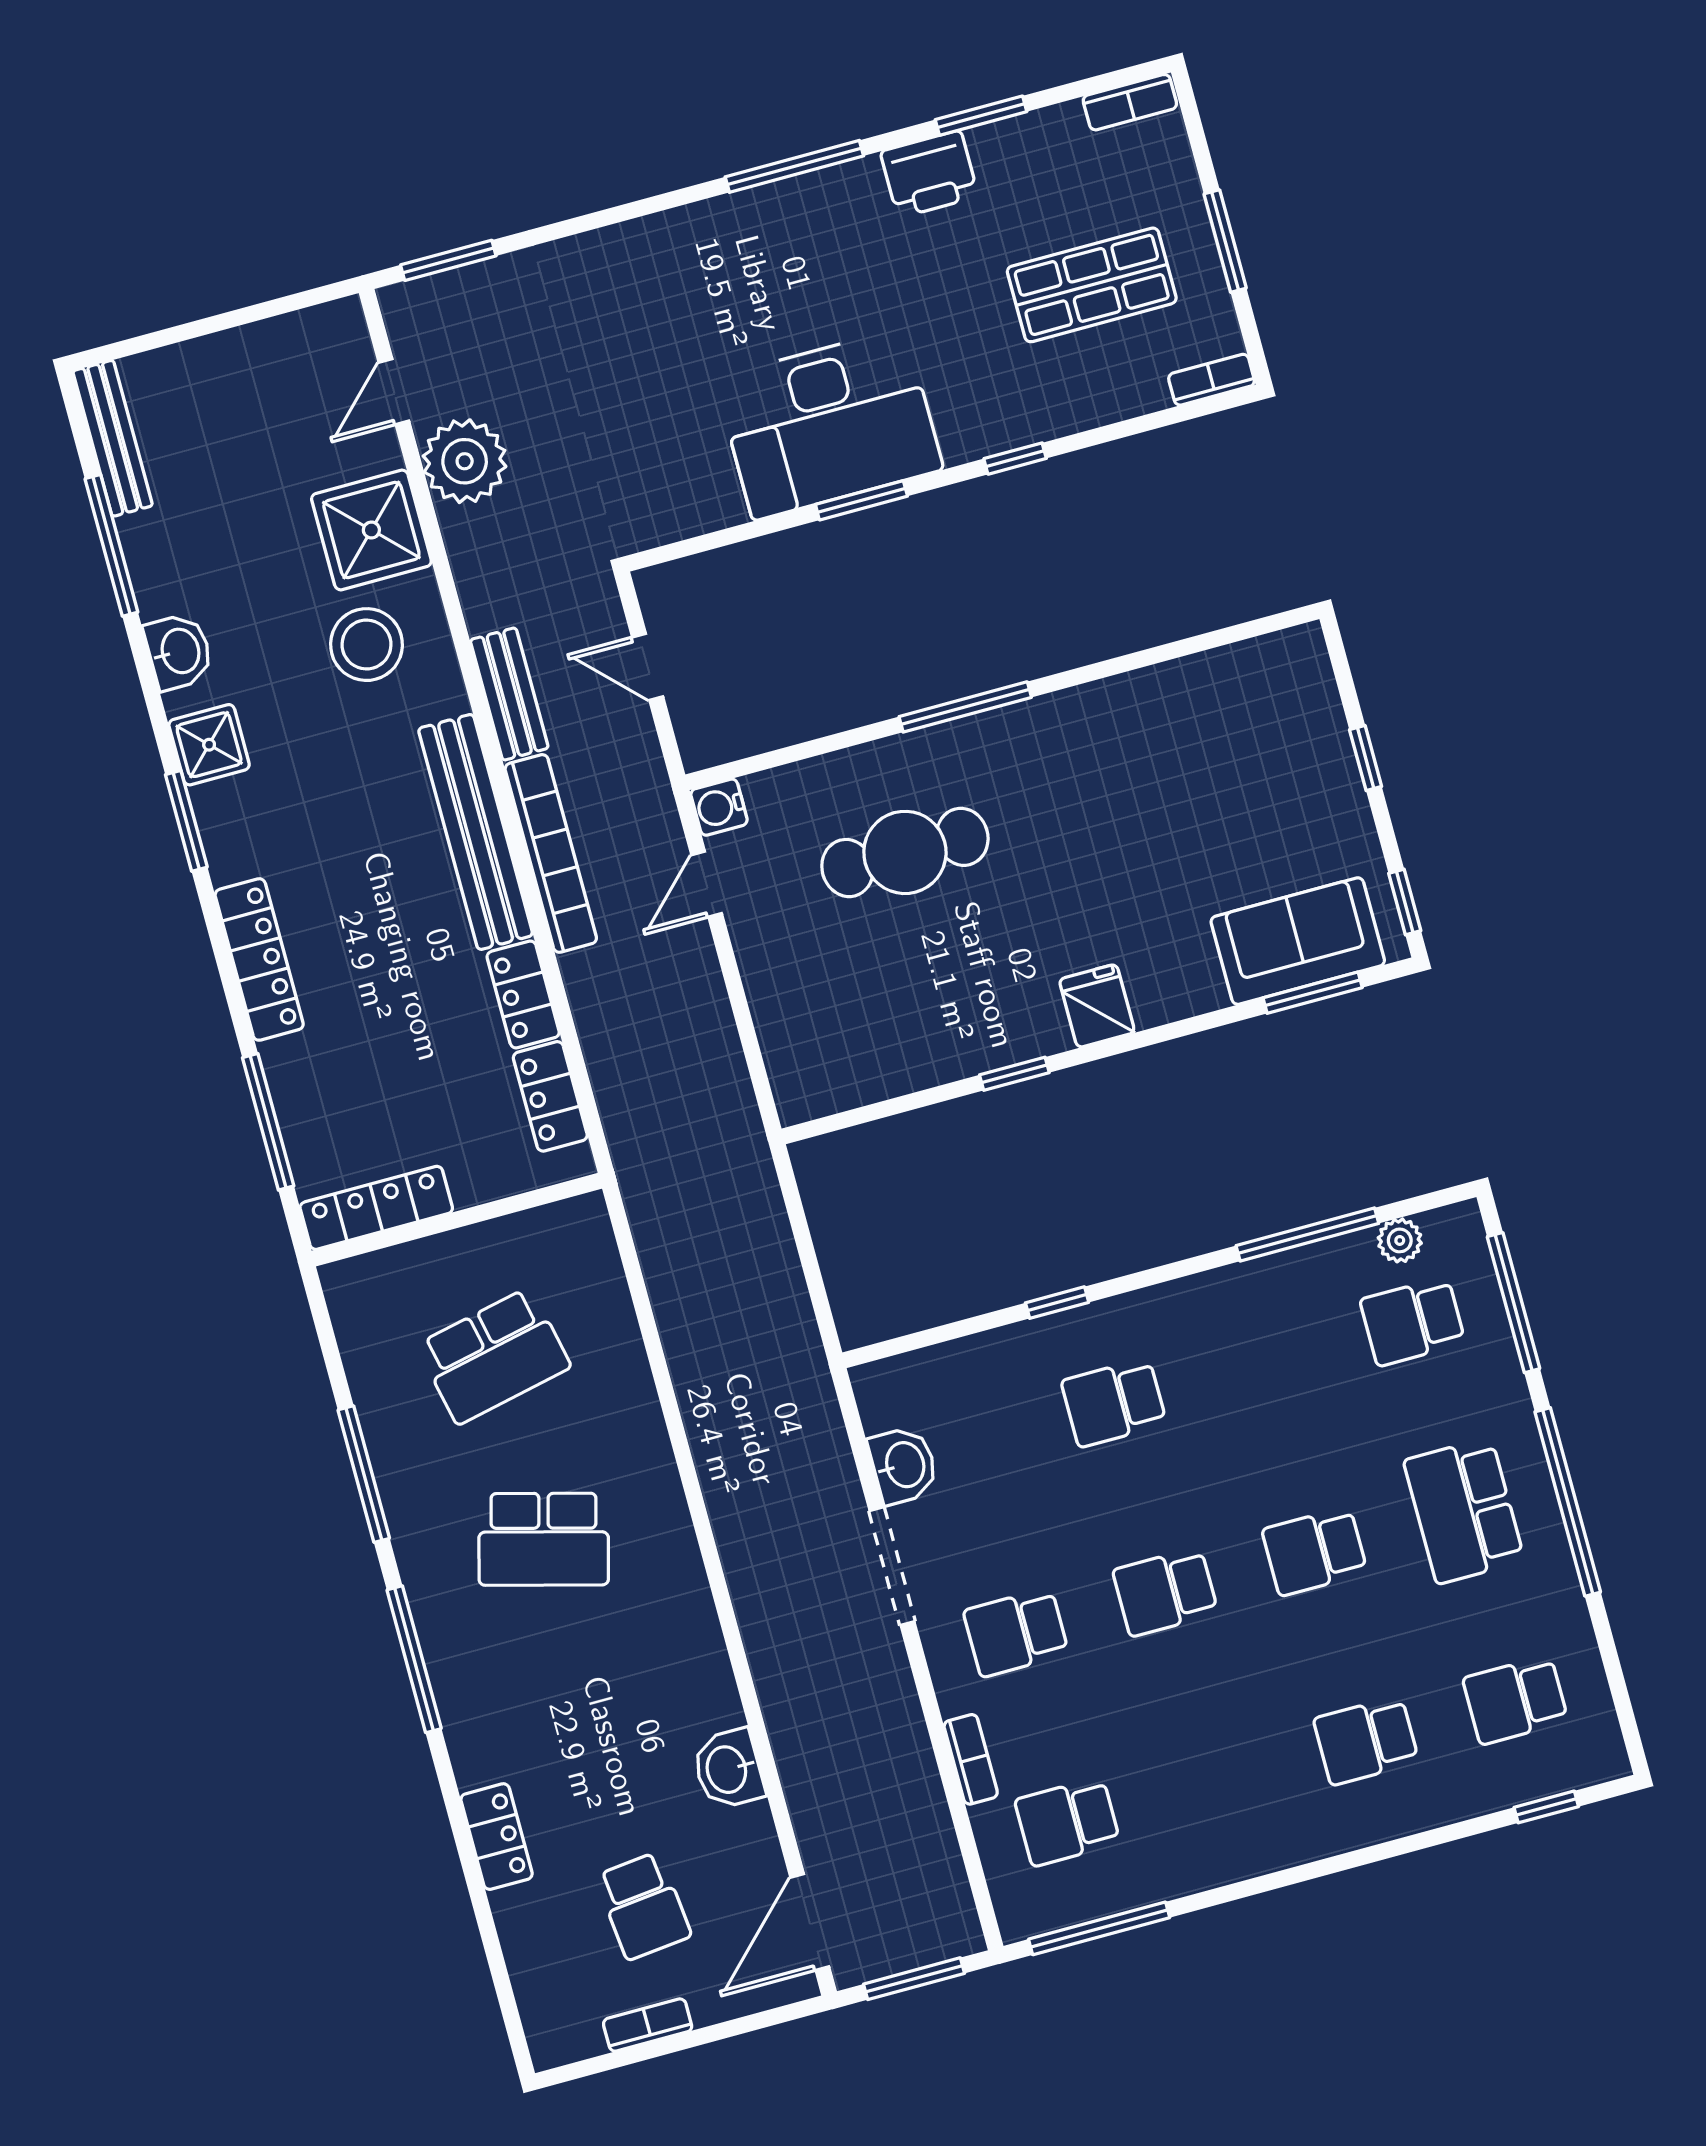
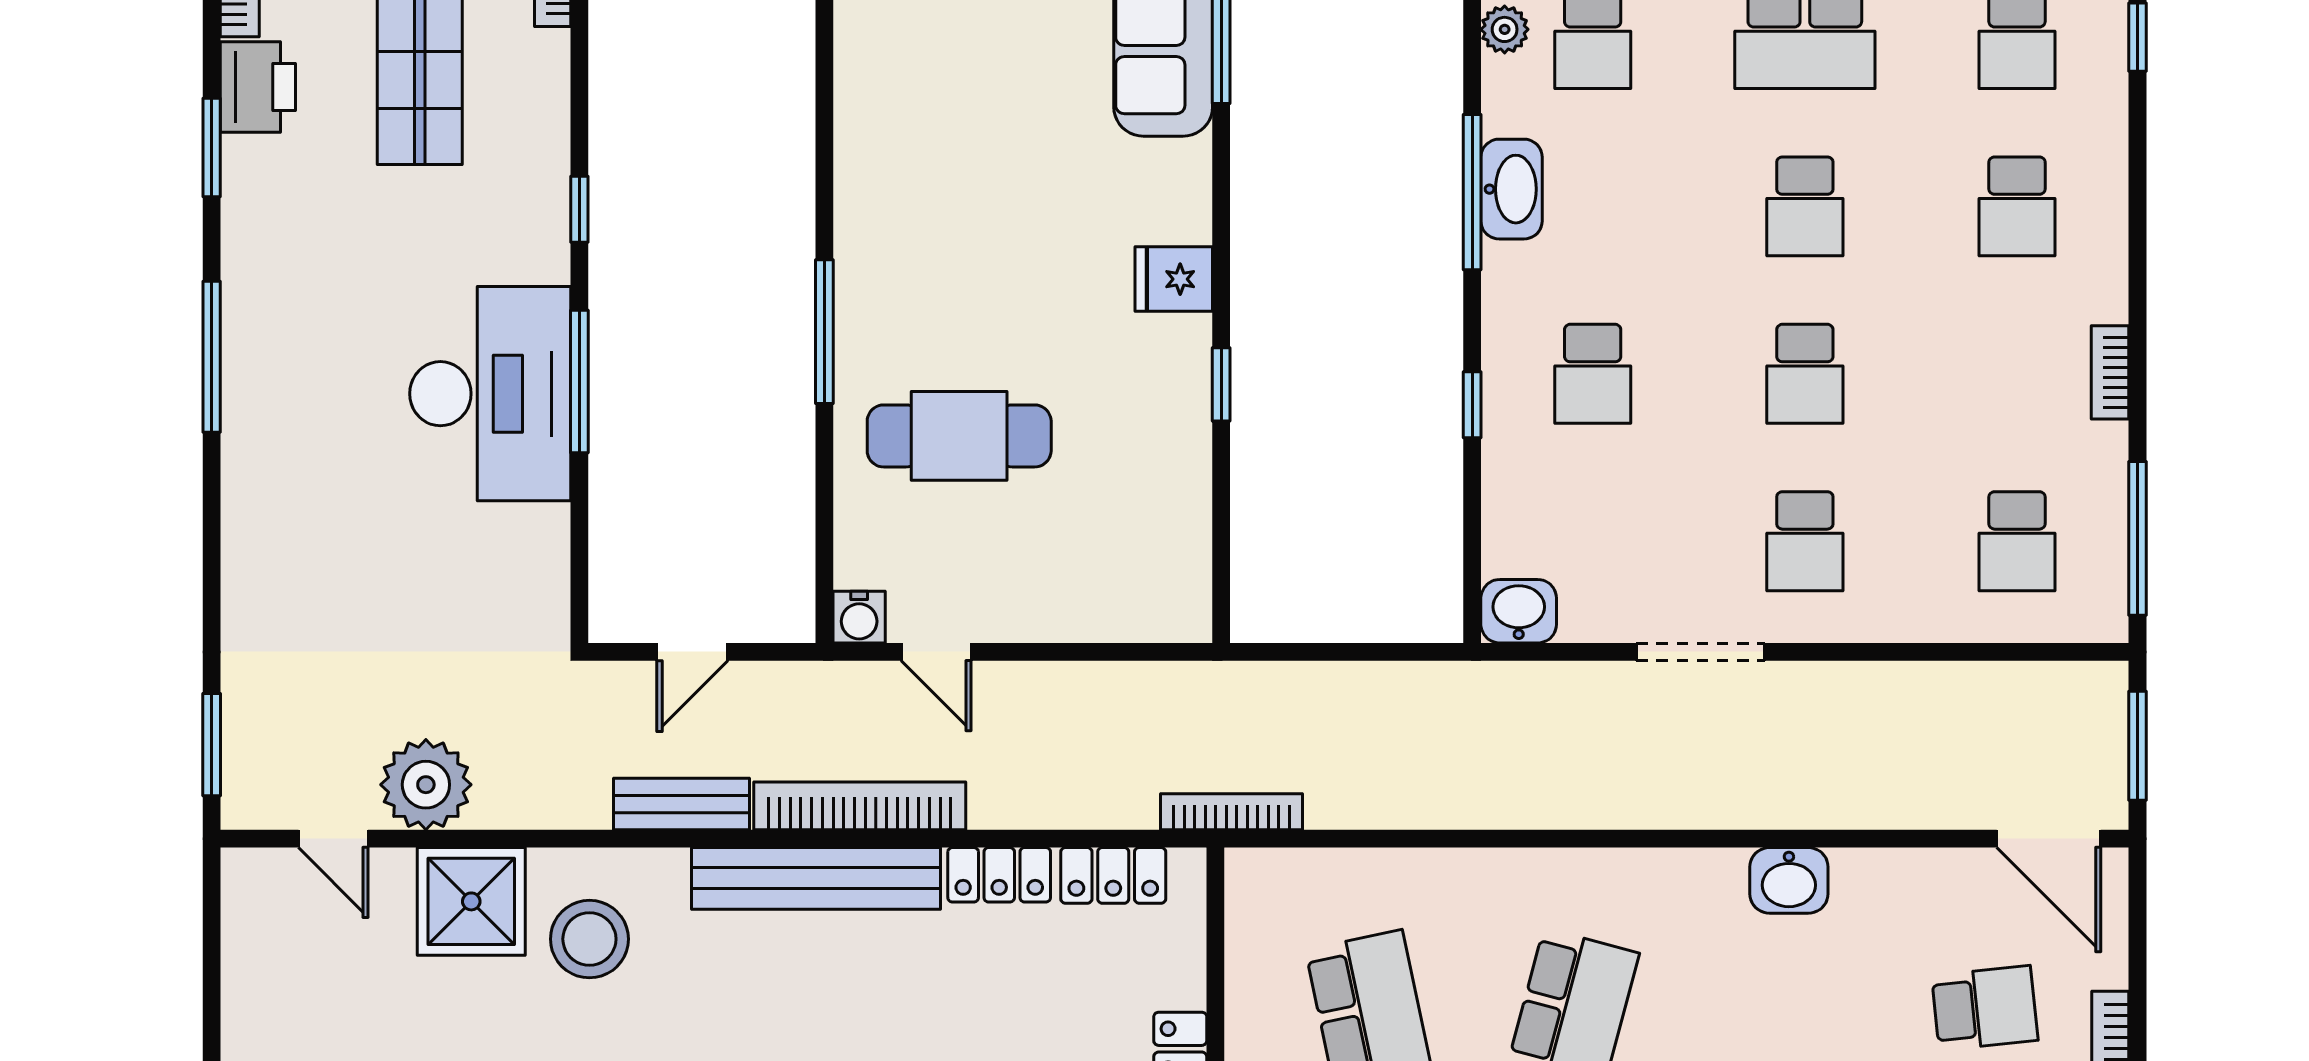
printer: (929, 174) -> (258, 87), moved
window: (861, 500) -> (579, 381), width x1.44
cafe table: (905, 852) -> (959, 436), turned 90
bookcase: (636, 1186) -> (1231, 812), added
window: (1307, 1235) -> (1472, 192), moved
washbasin: (1259, 1285) -> (1512, 189), added
washbasin: (903, 1465) -> (1519, 611), moved
bookcase: (971, 1759) -> (2110, 372), moved, turned -90
washbasin: (728, 1769) -> (1789, 880), moved

